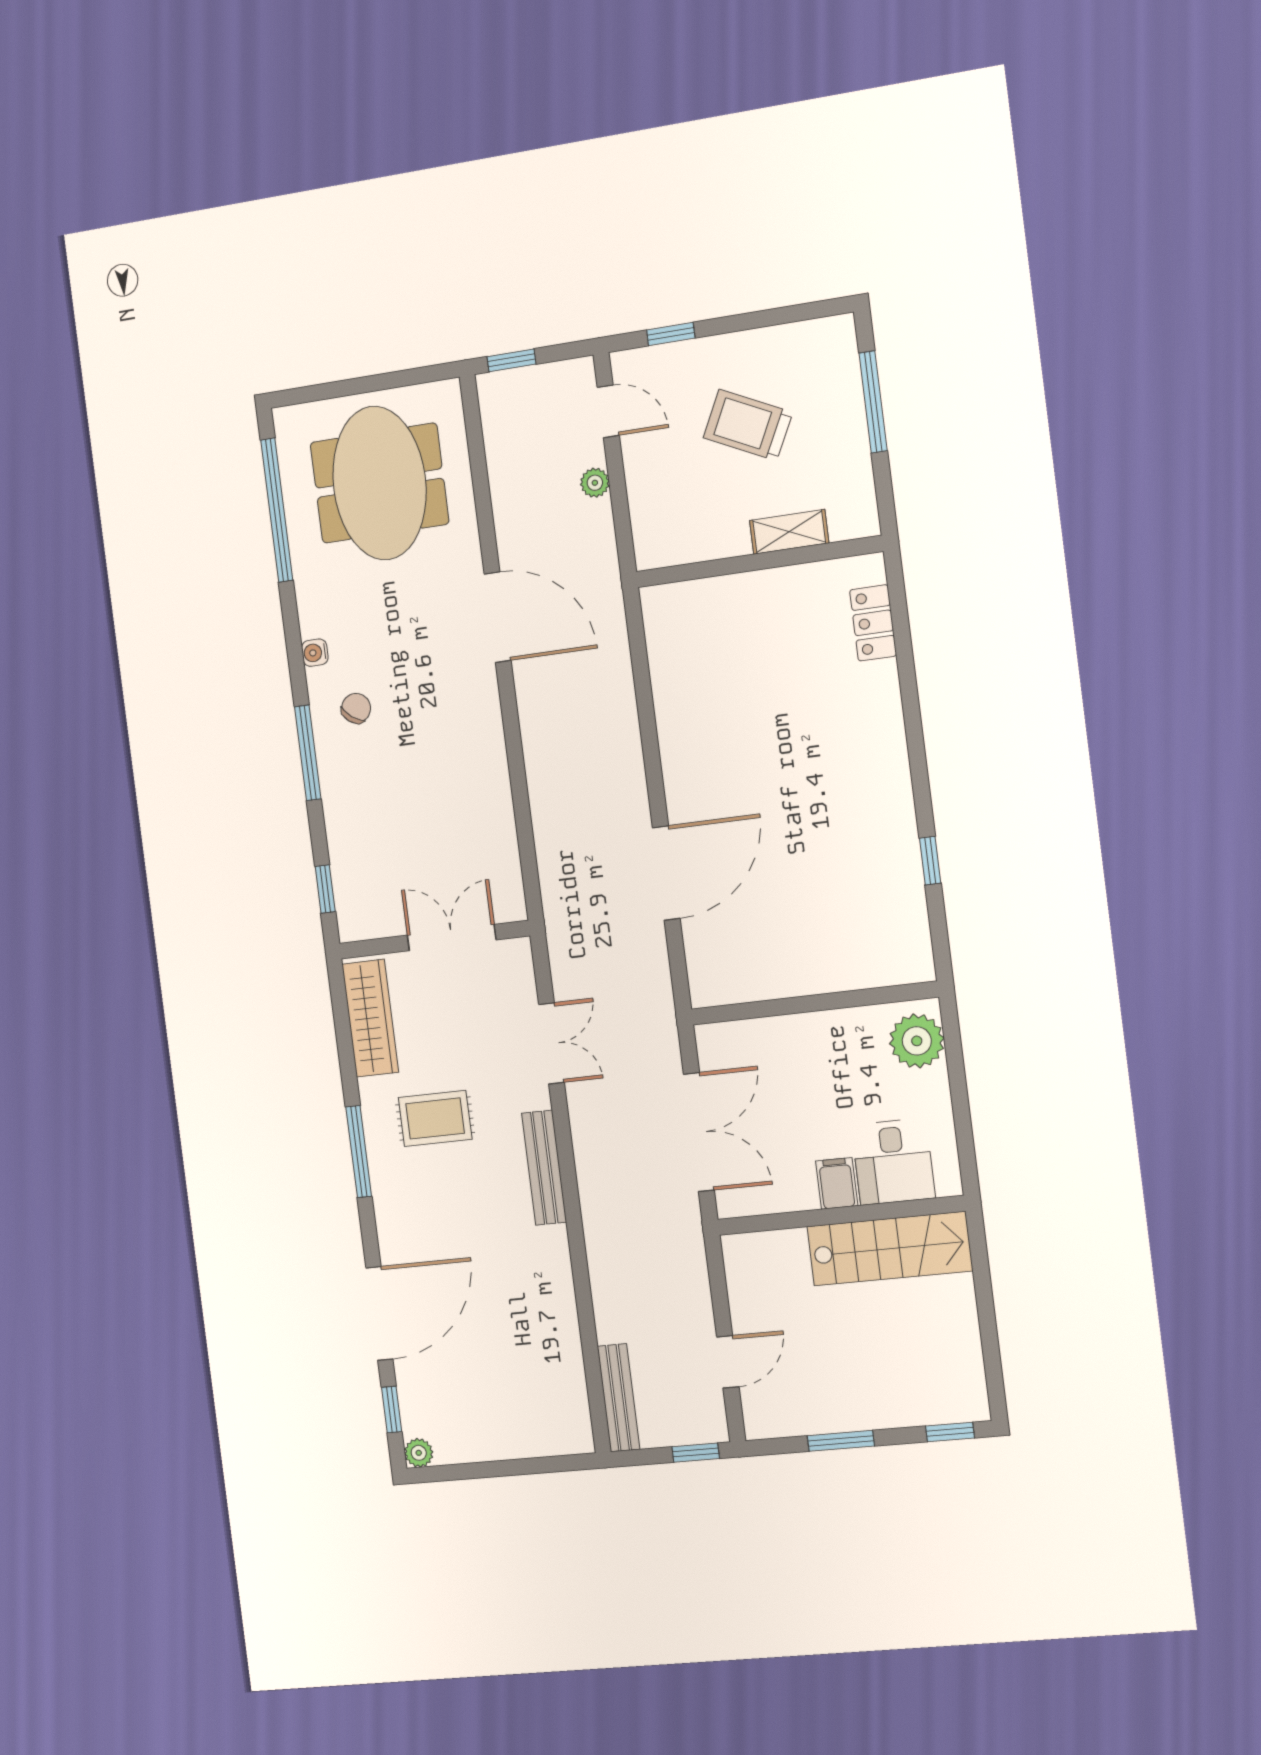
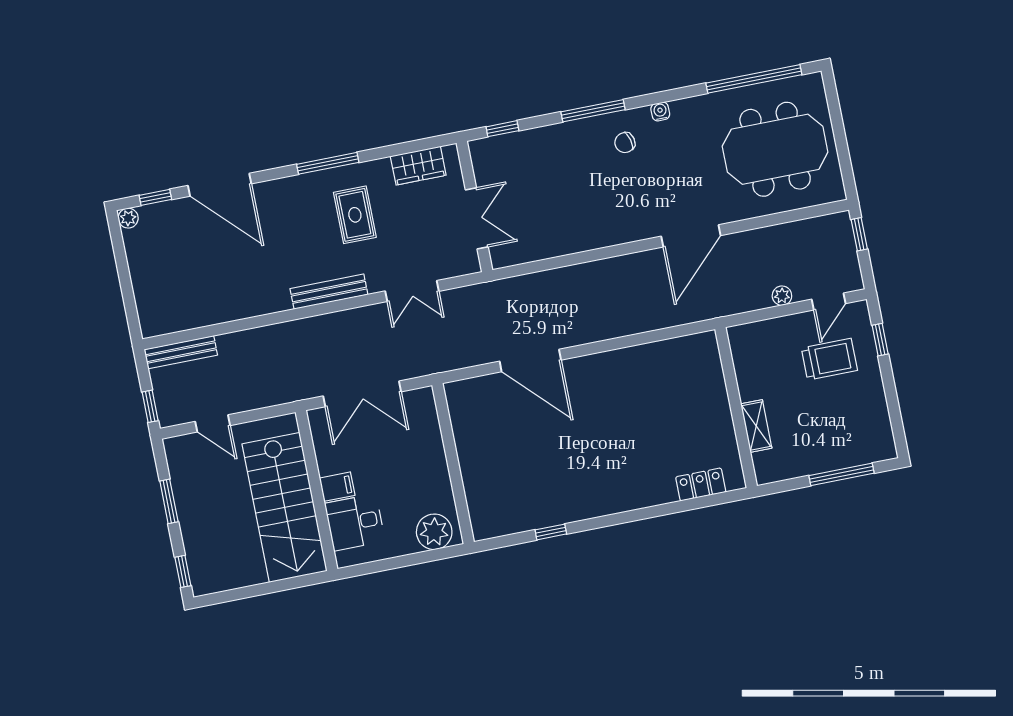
trolley: (748, 425) -> (829, 359), moved, turned 64
chair: (356, 708) -> (625, 143), turned 129
wardrobe: (370, 1018) -> (418, 166), width x0.67
stairs: (890, 1249) -> (285, 507), width x1.36, depth x1.51

